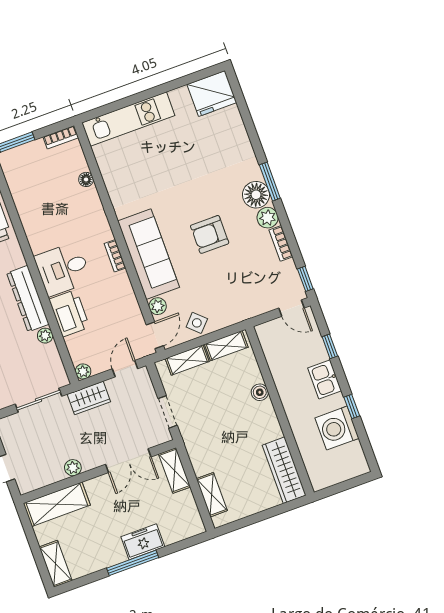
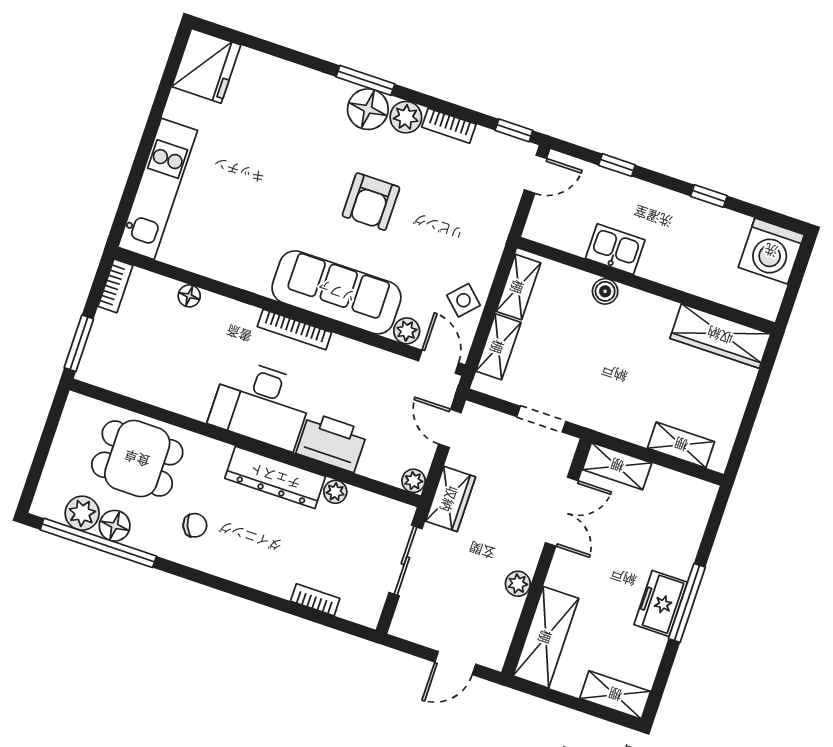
bookcase: (115, 256) -> (294, 330), width x1.56
desk: (63, 269) -> (261, 404), width x1.37
kitchen sink: (325, 379) -> (615, 249), moved, turned 180
washing machine: (337, 428) -> (771, 251), moved
freezer: (143, 542) -> (661, 603), moved

